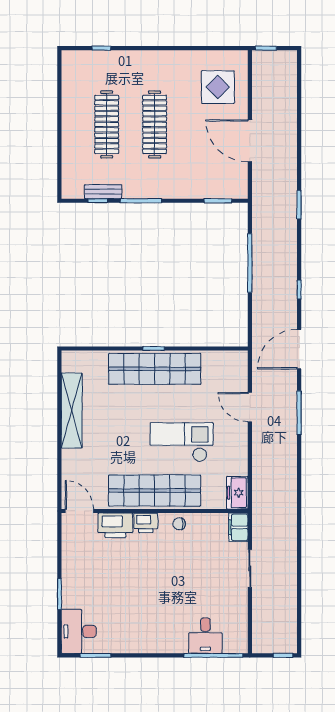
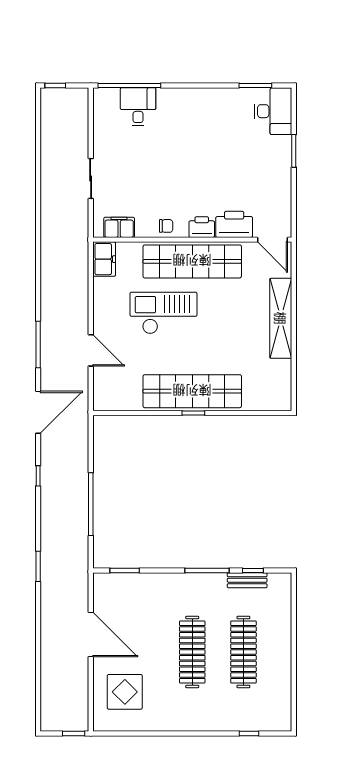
shelving: (72, 410) -> (281, 318), moved
checkout: (182, 442) -> (164, 313), turned 180
filing cabinet: (238, 527) -> (119, 227), moved, turned -90

